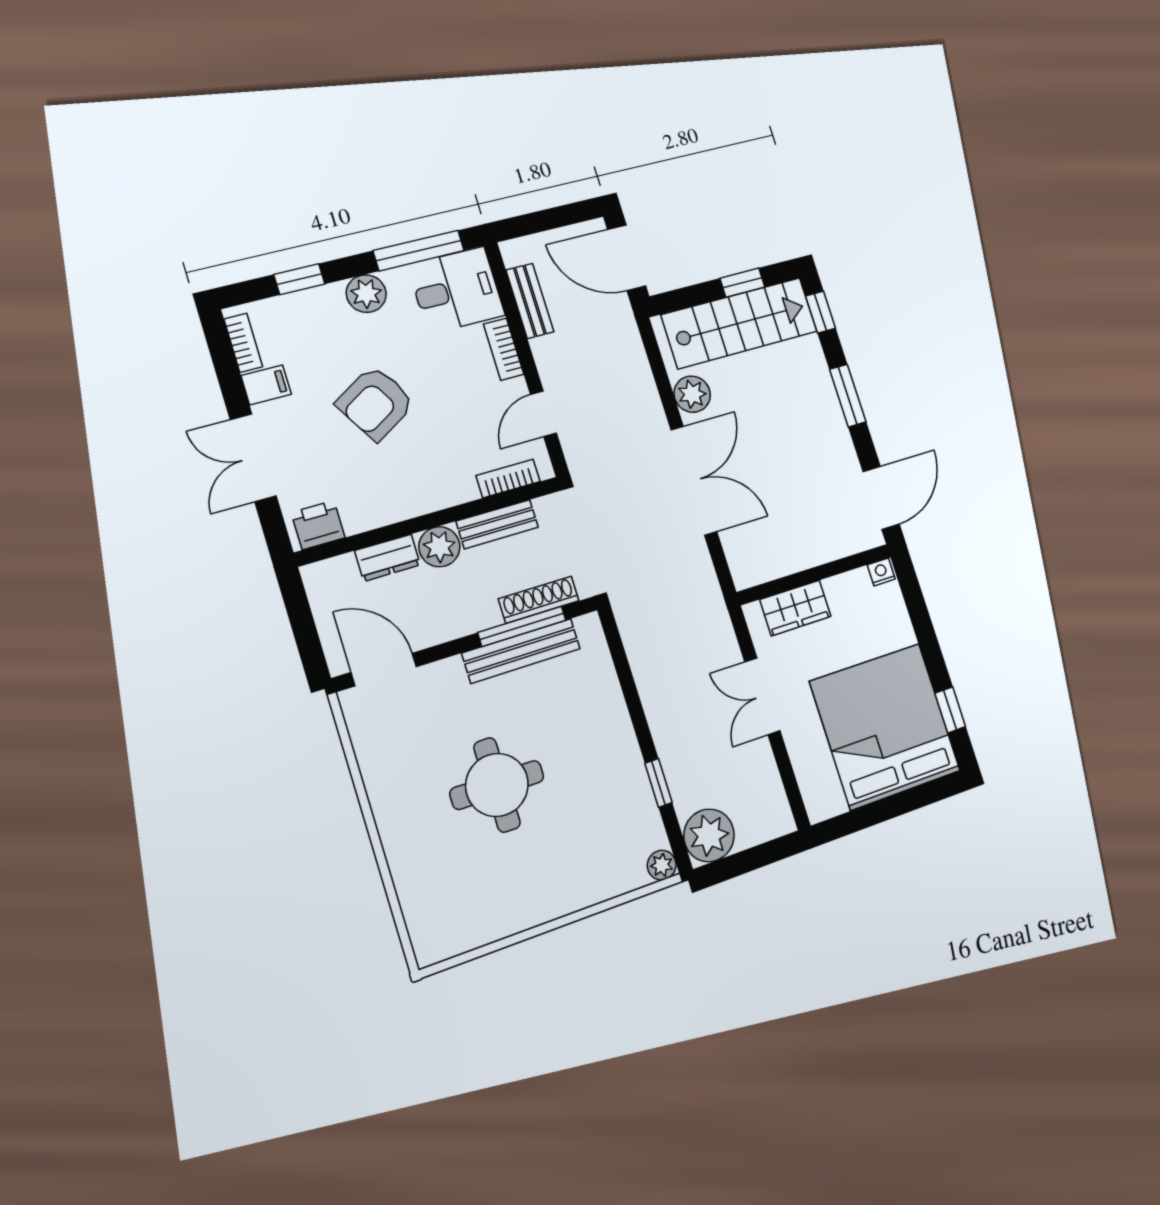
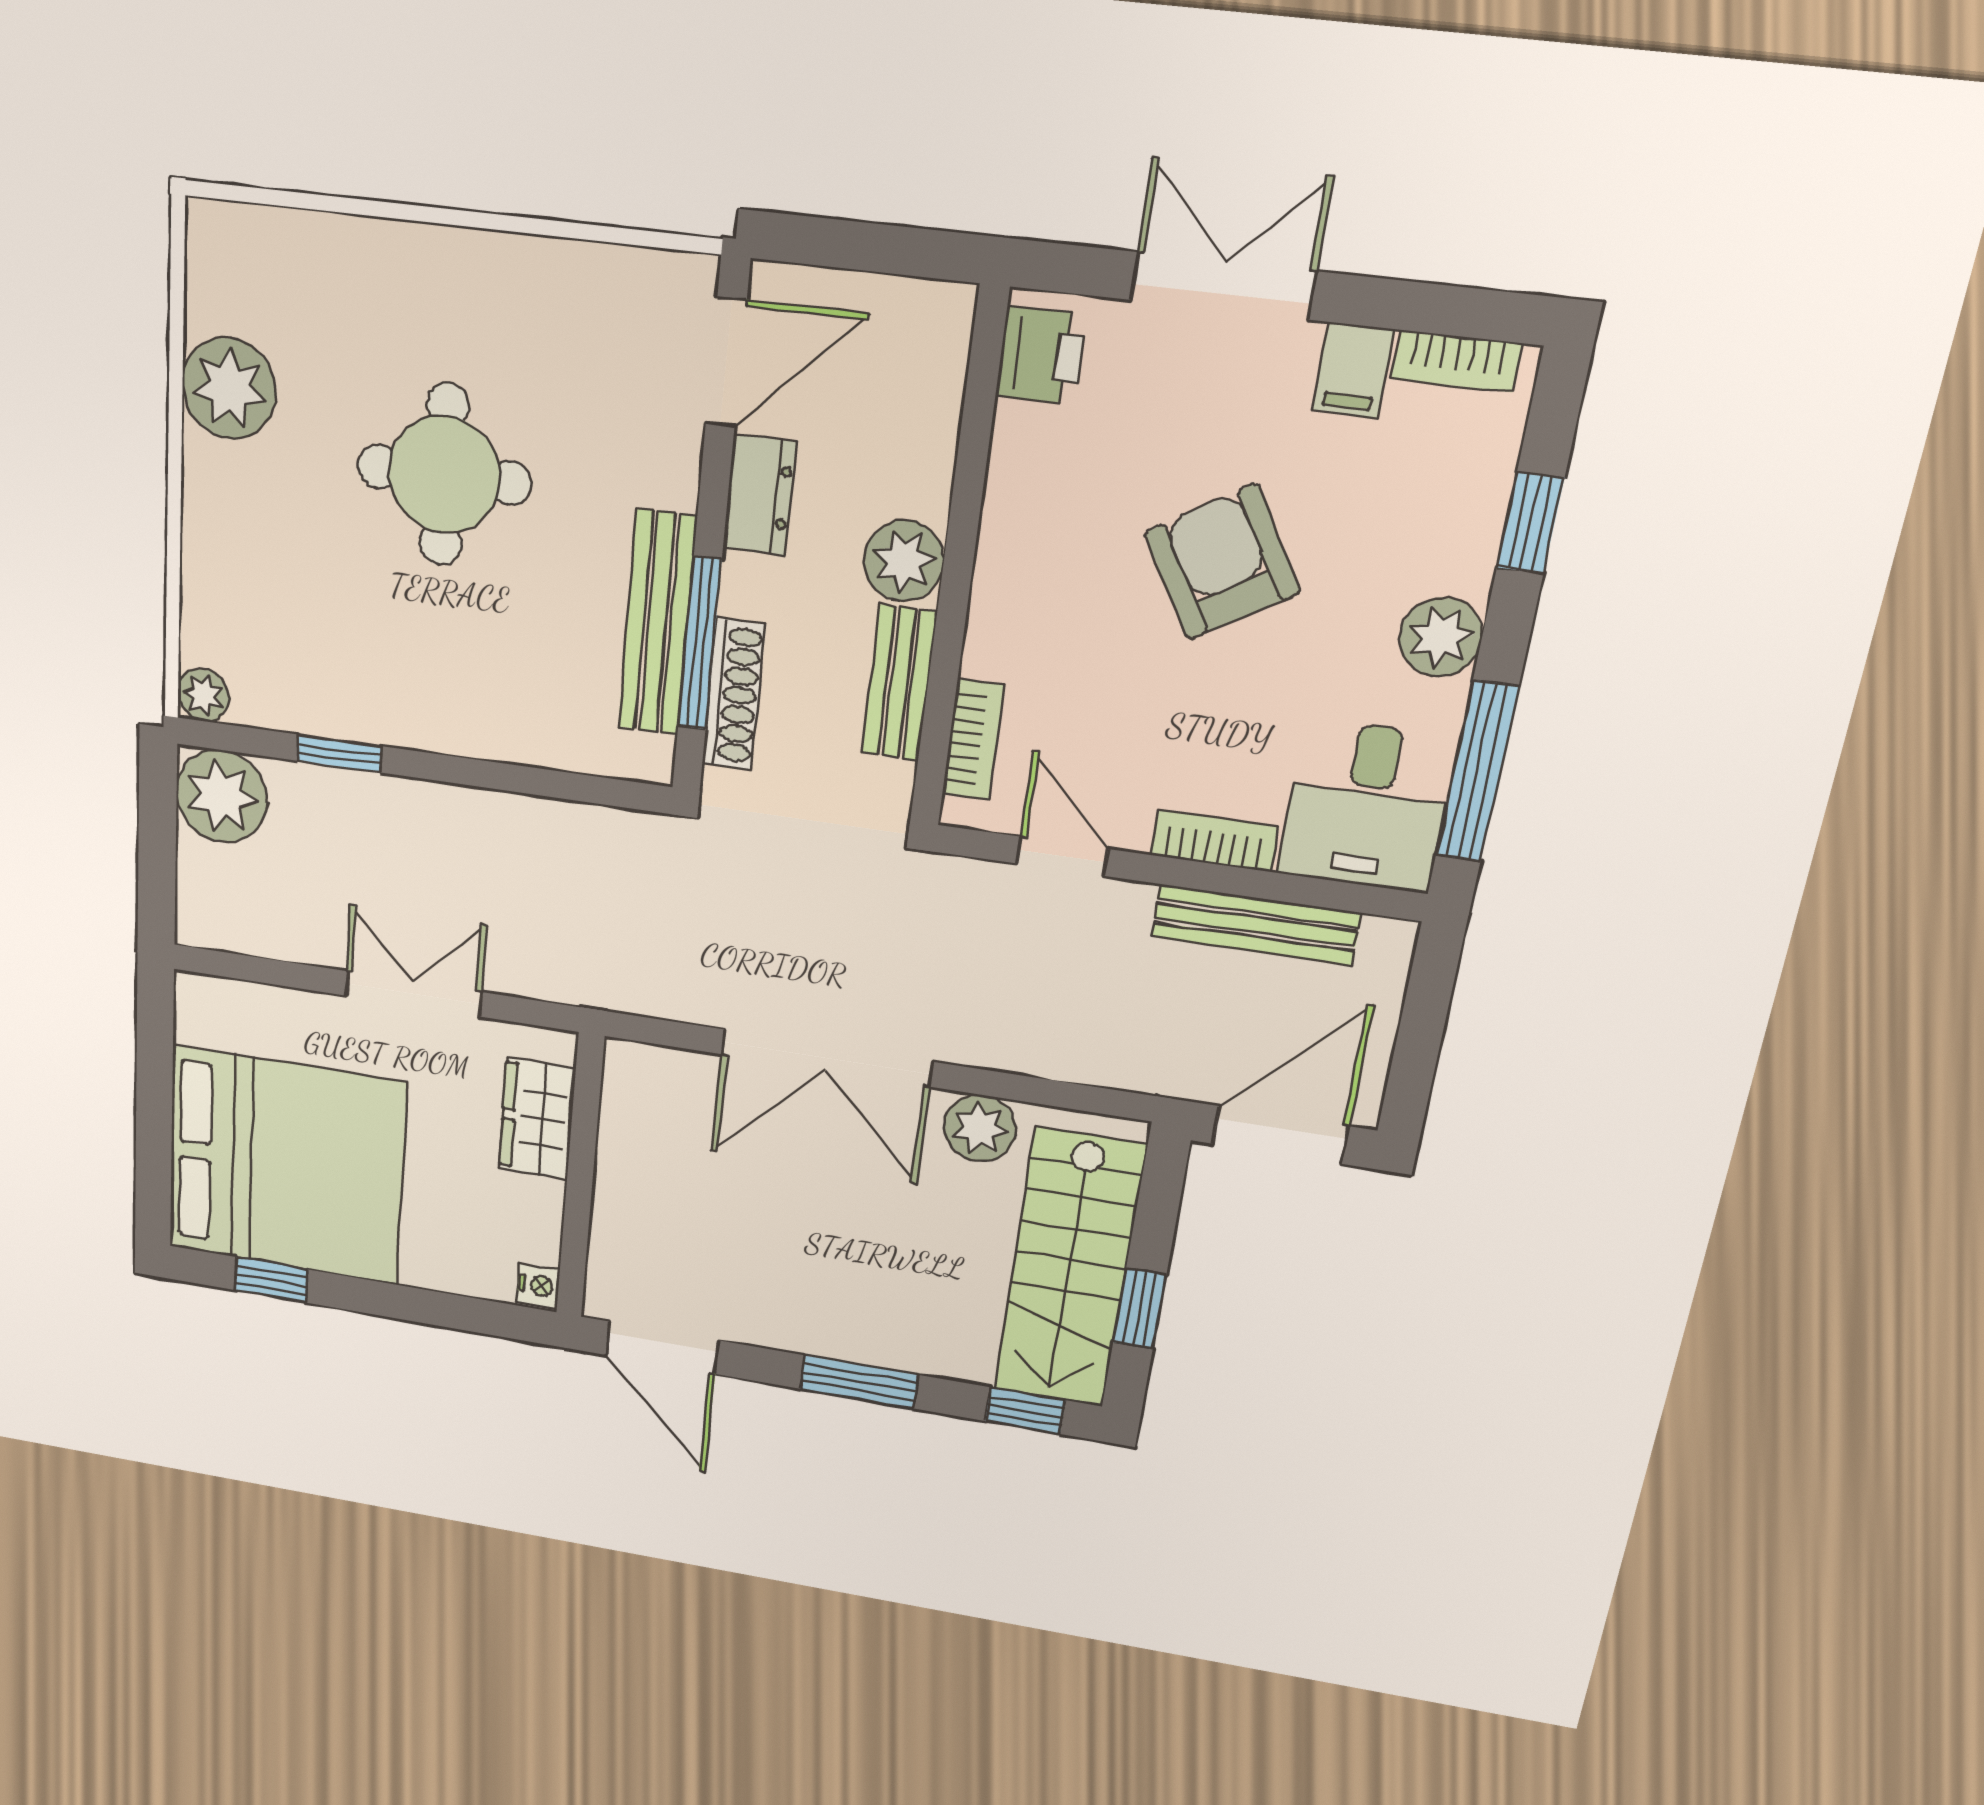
bench: (530, 301) -> (1256, 925), width x1.36
dresser: (388, 558) -> (759, 495), moved, turned 180
plant: (503, 911) -> (229, 388), added

